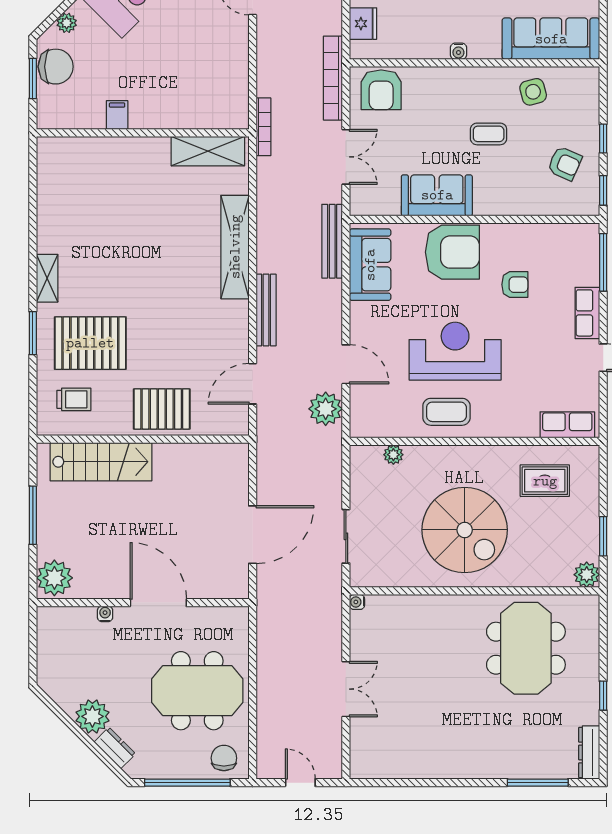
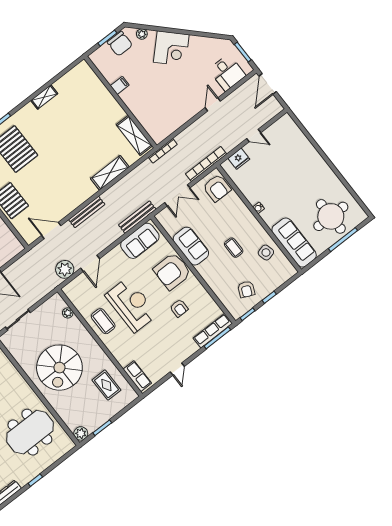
armchair: (381, 90) -> (217, 188), turned -90
shelving: (235, 247) -> (110, 173), width x0.68
armchair: (452, 252) -> (172, 271), turned 90
shelving: (47, 278) -> (44, 97), moved
row of seats: (587, 313) -> (213, 331), moved, width x1.48

